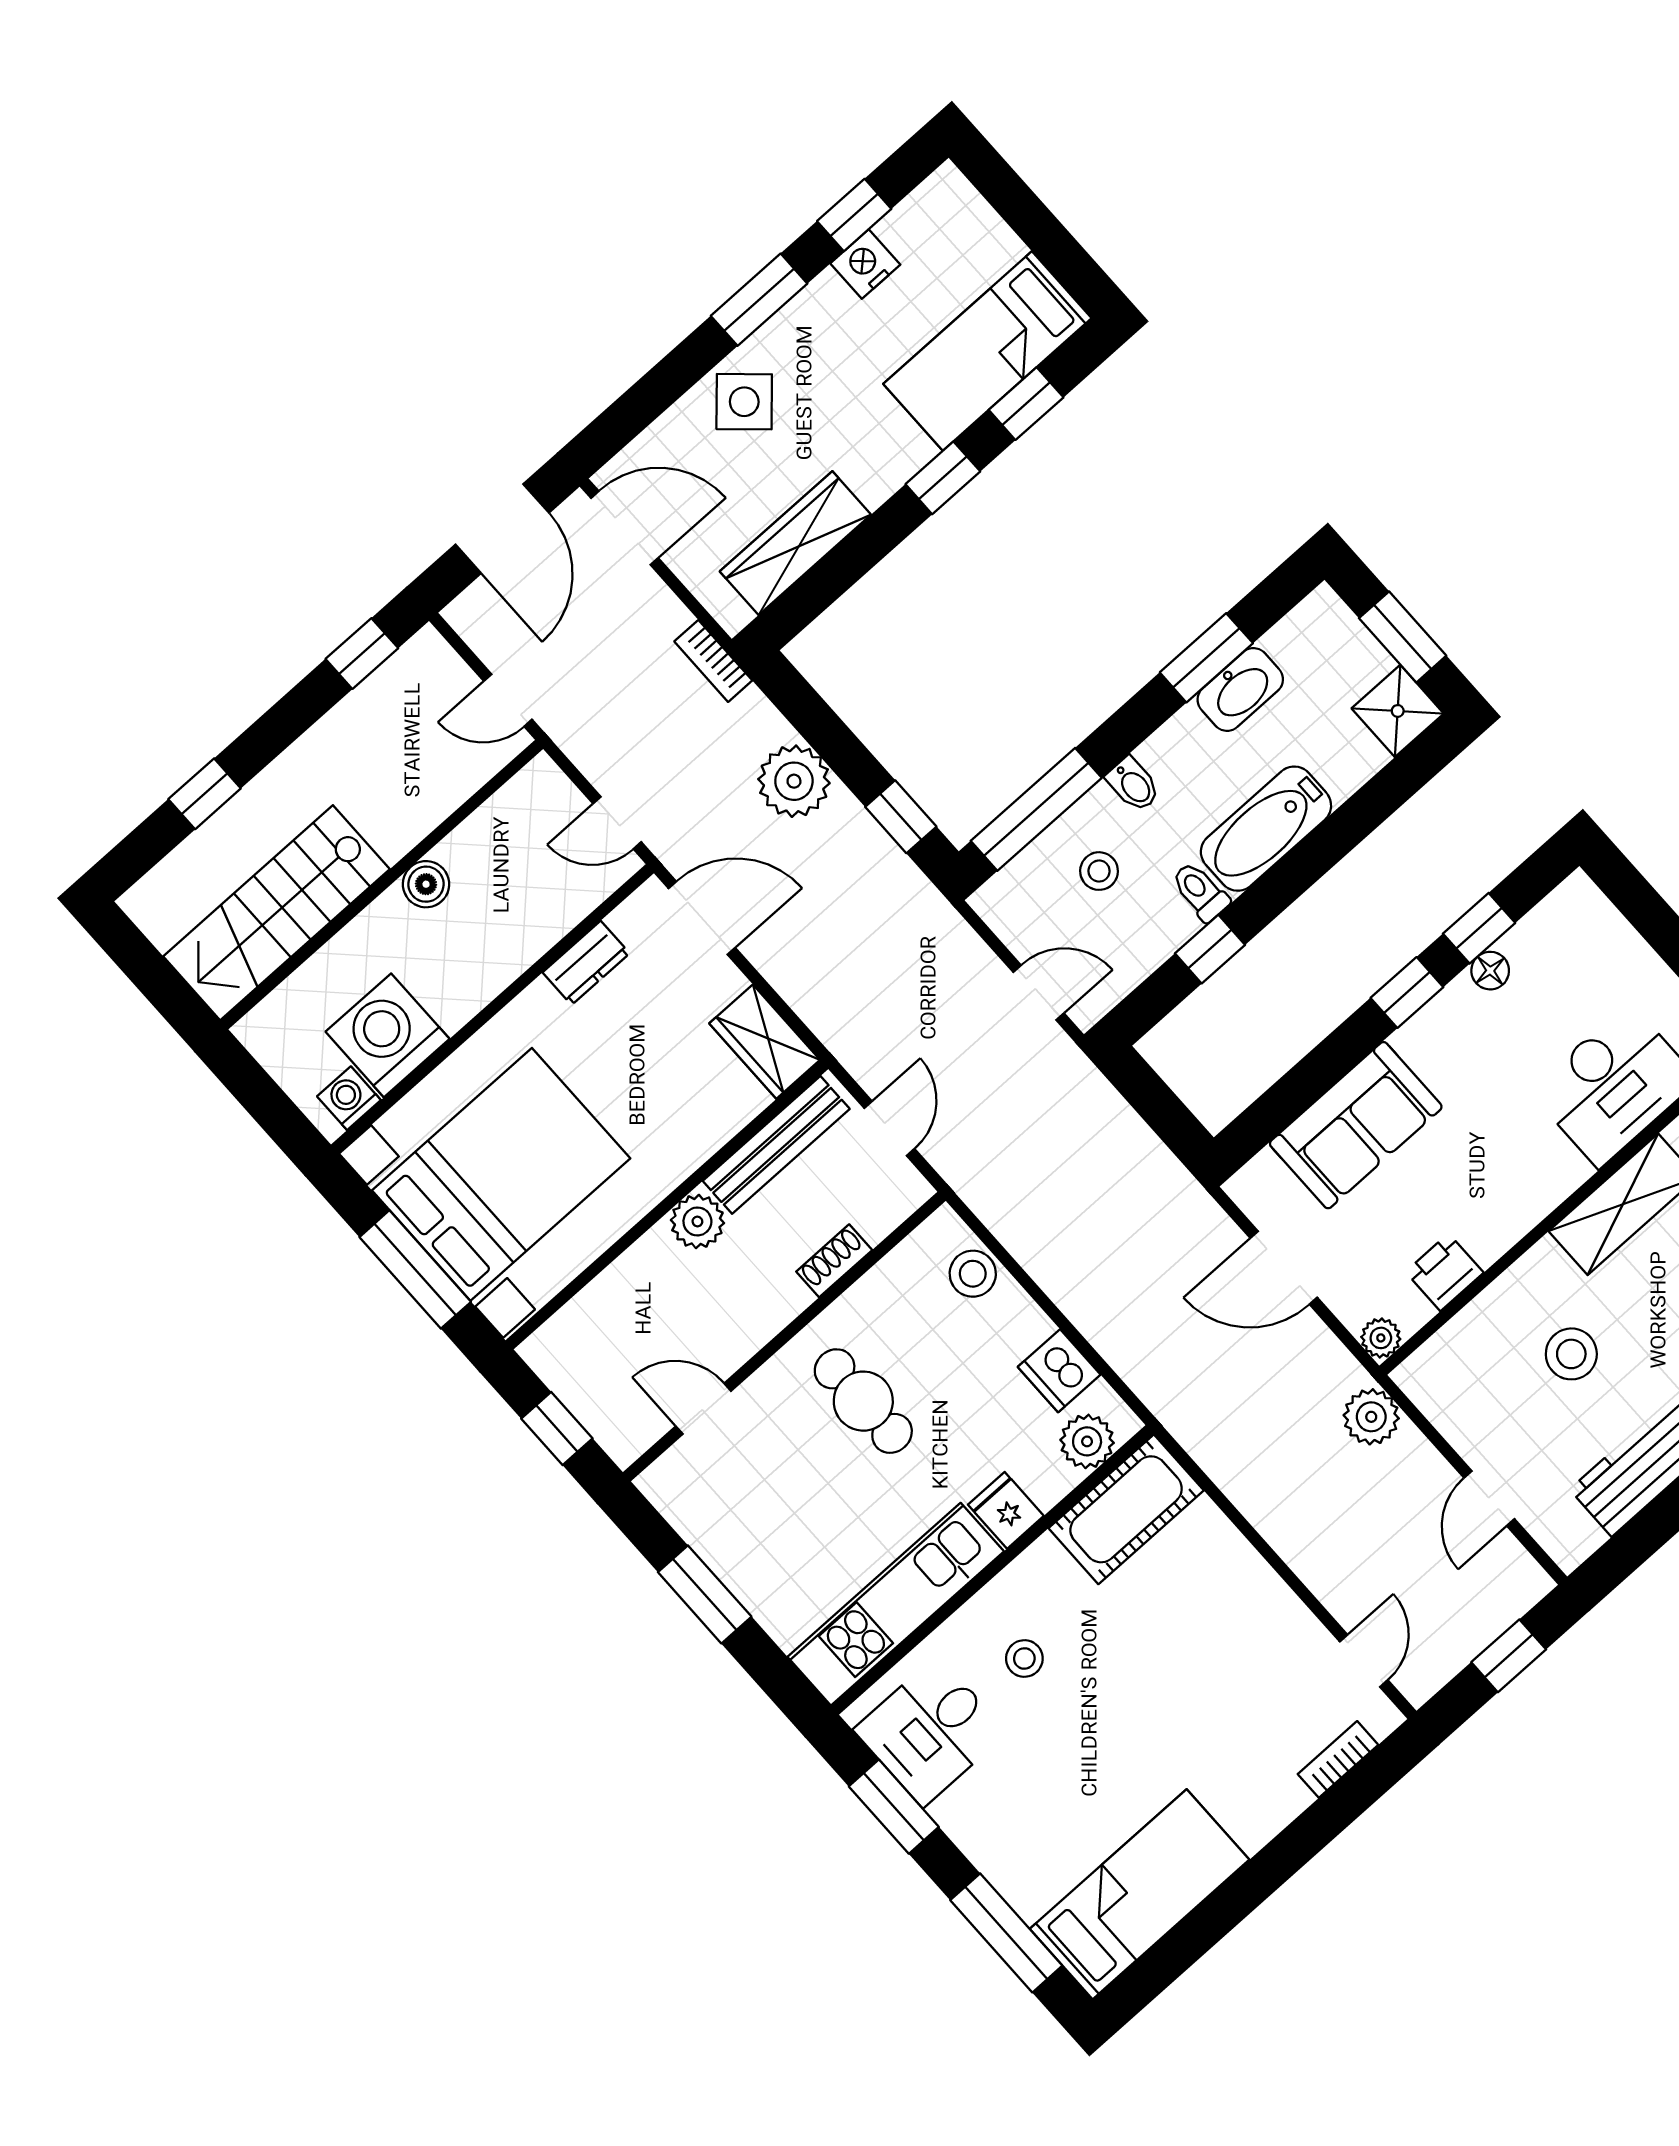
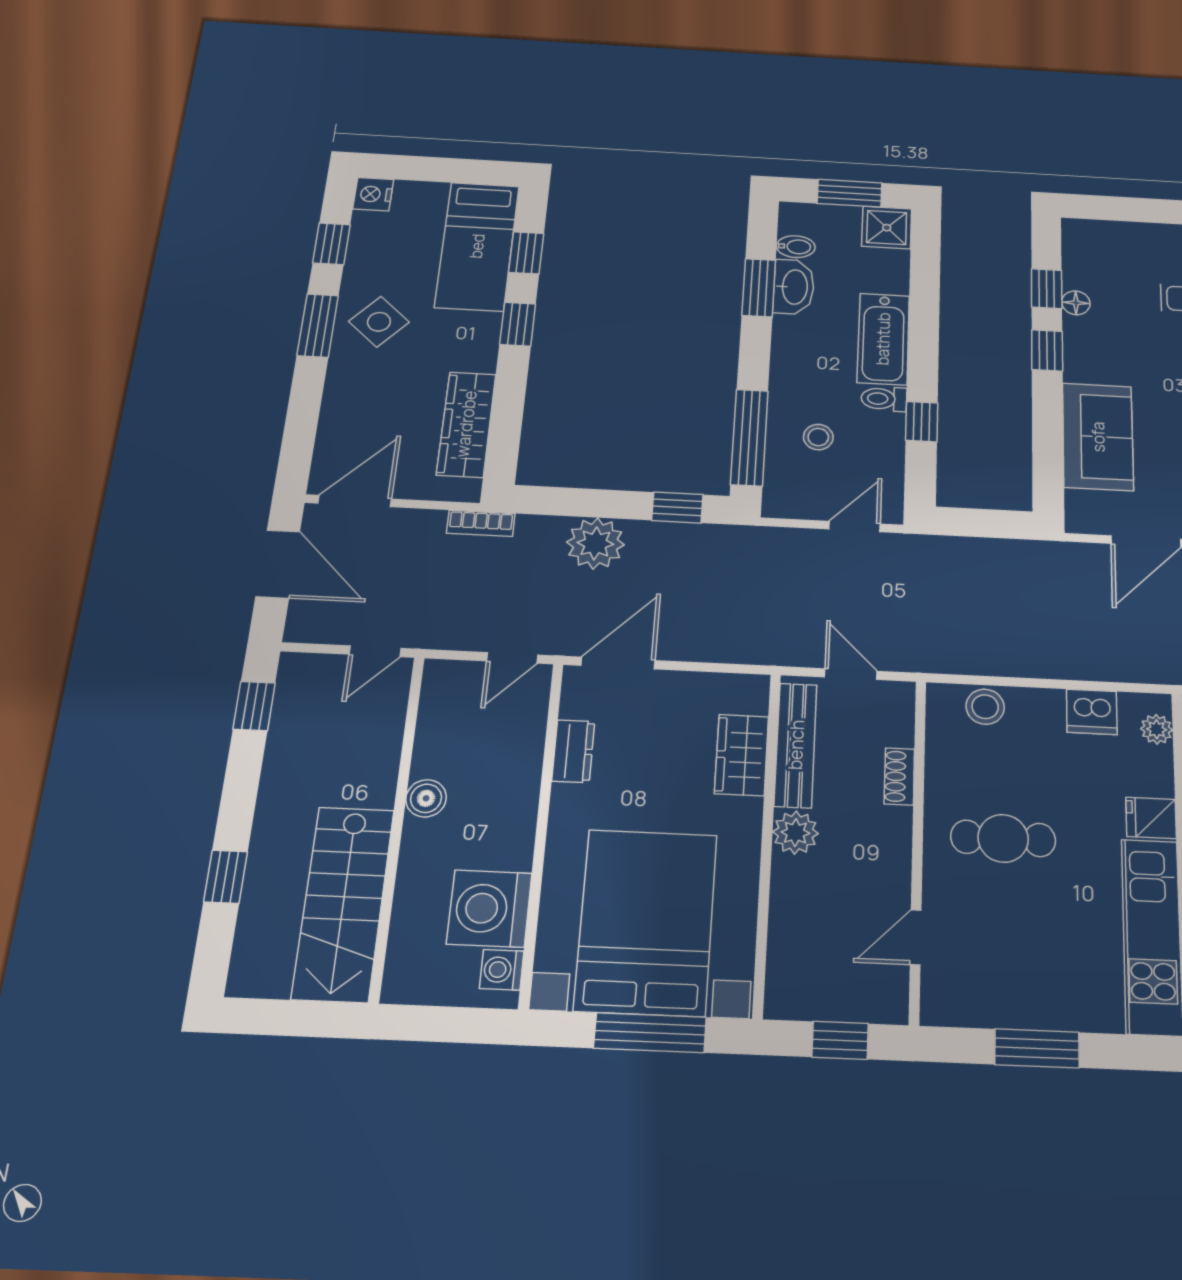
nightstand: (865, 264) -> (373, 194), moved
side table: (744, 402) -> (379, 322), moved
bidet: (1133, 784) -> (796, 247), moved
wardrobe: (765, 1042) -> (742, 755), moved, turned 90
plant: (1087, 1441) -> (1157, 729), width x0.73, depth x0.73

